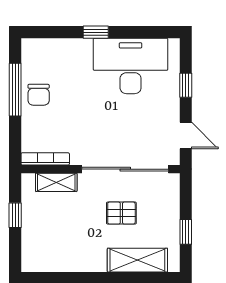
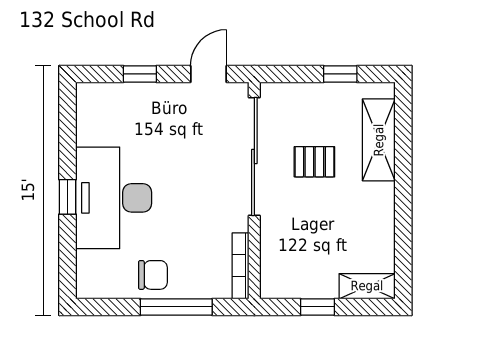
desk: (131, 66) -> (114, 198), moved
window: (15, 90) -> (176, 307), moved
shelving: (56, 182) -> (367, 286), moved, turned 90
pallet: (121, 213) -> (314, 162), turned 90

